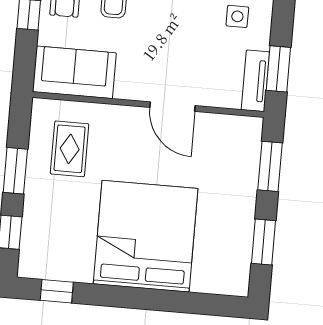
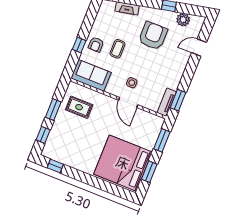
side table: (237, 16) -> (132, 83), moved
rug: (70, 149) -> (79, 107), turned 90
bed: (146, 236) -> (123, 163), moved, turned -90

